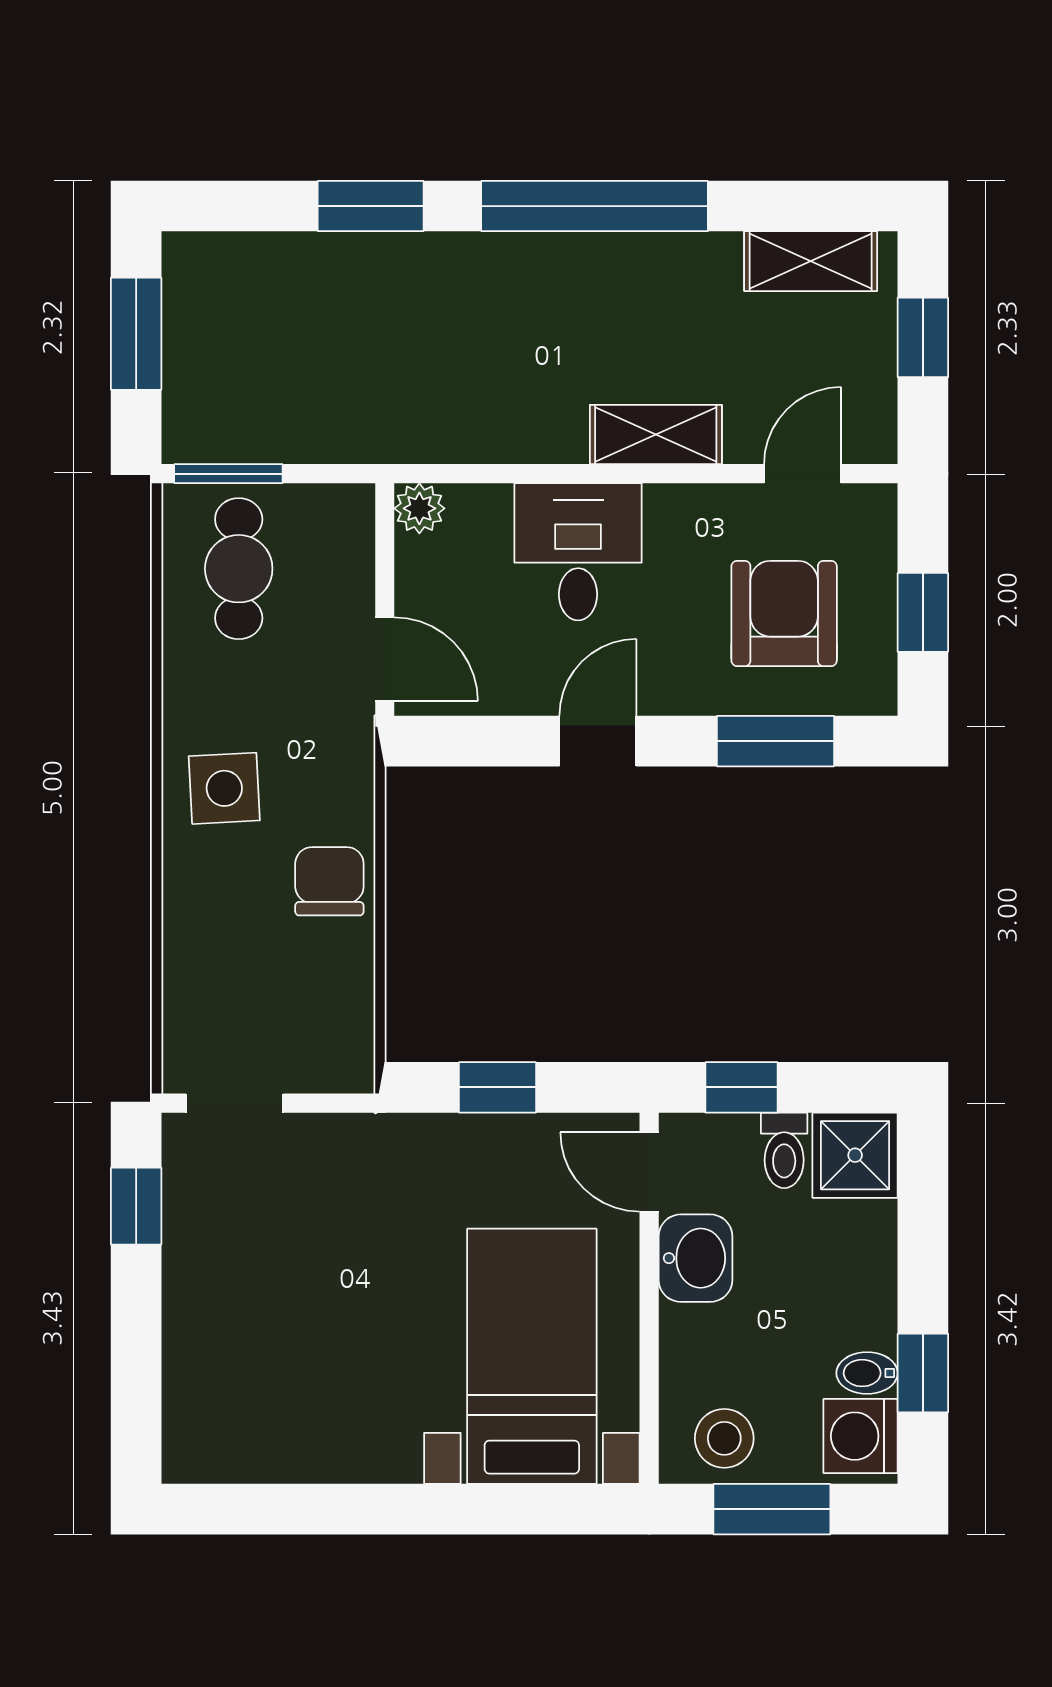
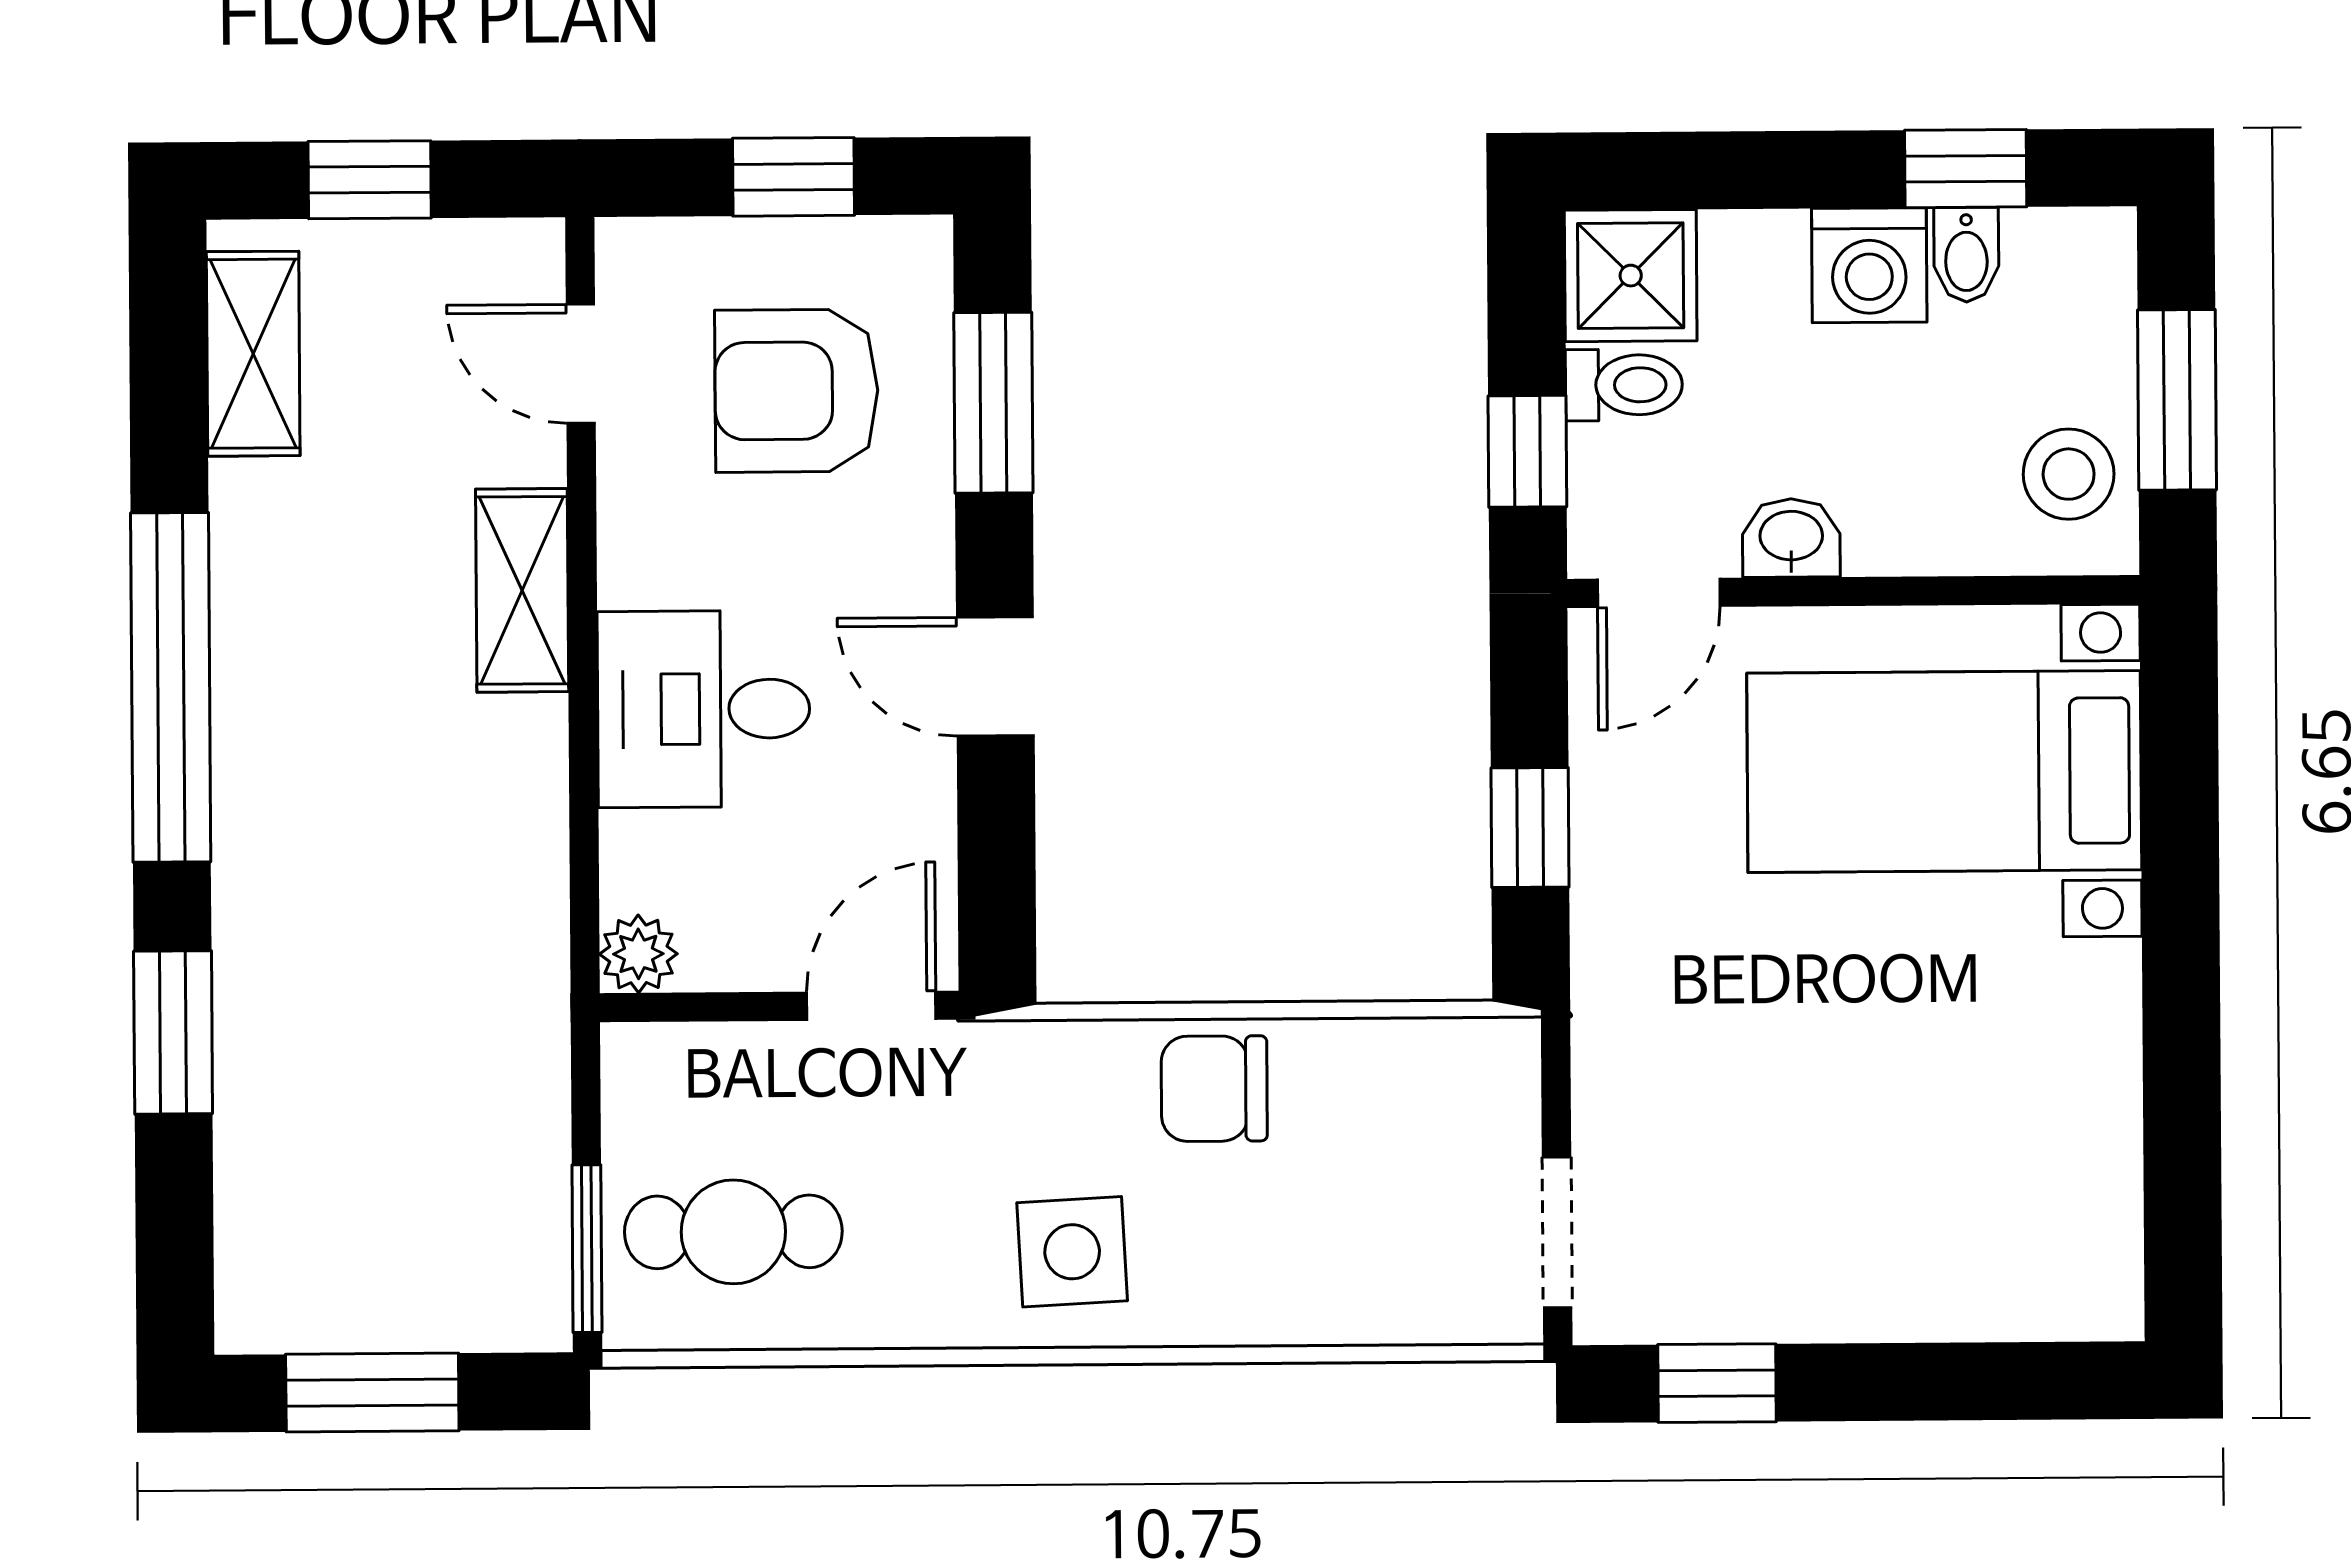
washbasin: (696, 1258) -> (1791, 538), width x0.72, depth x0.69
washing machine: (861, 1436) -> (1869, 265), moved

